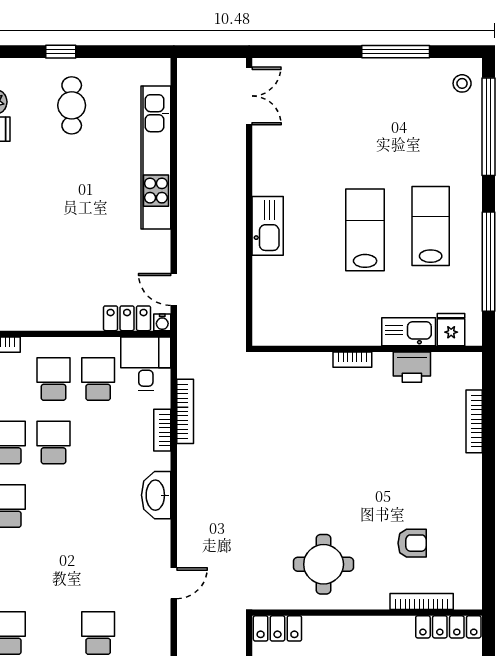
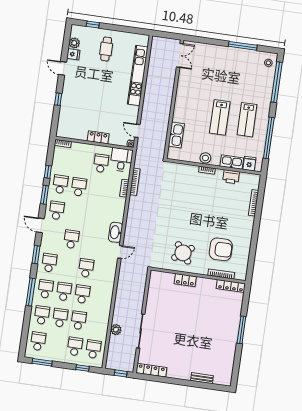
window: (61, 52) -> (93, 24), moved
kitchen sink: (268, 226) -> (176, 135), moved
lab bench: (431, 226) -> (247, 120), turned 180
lab bench: (365, 230) -> (220, 117), turned 180
locker: (127, 318) -> (98, 137), moved
stool: (345, 331) -> (205, 158), added
school desk: (53, 379) -> (71, 239), moved
washbasin: (156, 495) -> (116, 232), moved
armchair: (412, 543) -> (221, 249), width x1.88, depth x1.88
round table: (324, 564) -> (183, 253), turned -37
locker: (277, 628) -> (185, 280), moved

